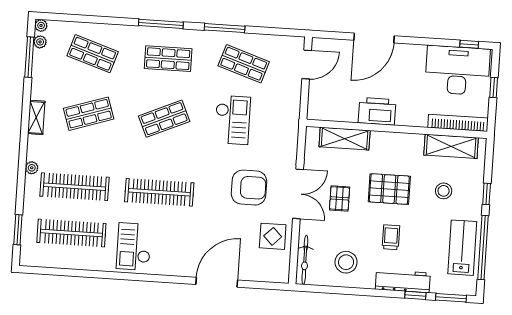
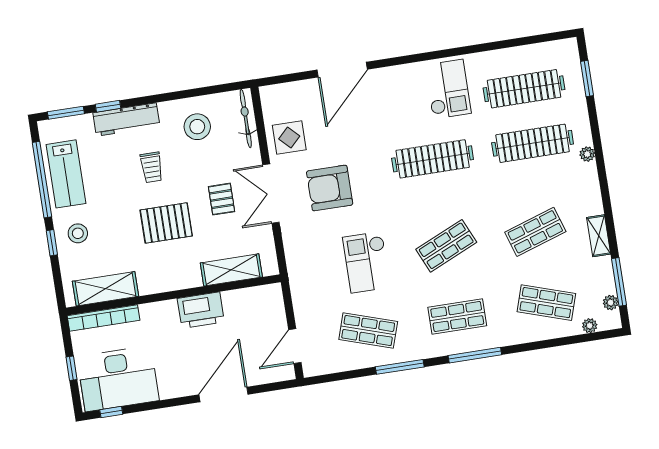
plant: (41, 25) -> (590, 326), moved
shelving: (36, 117) -> (599, 236), moved
stool: (444, 191) -> (78, 233), moved

